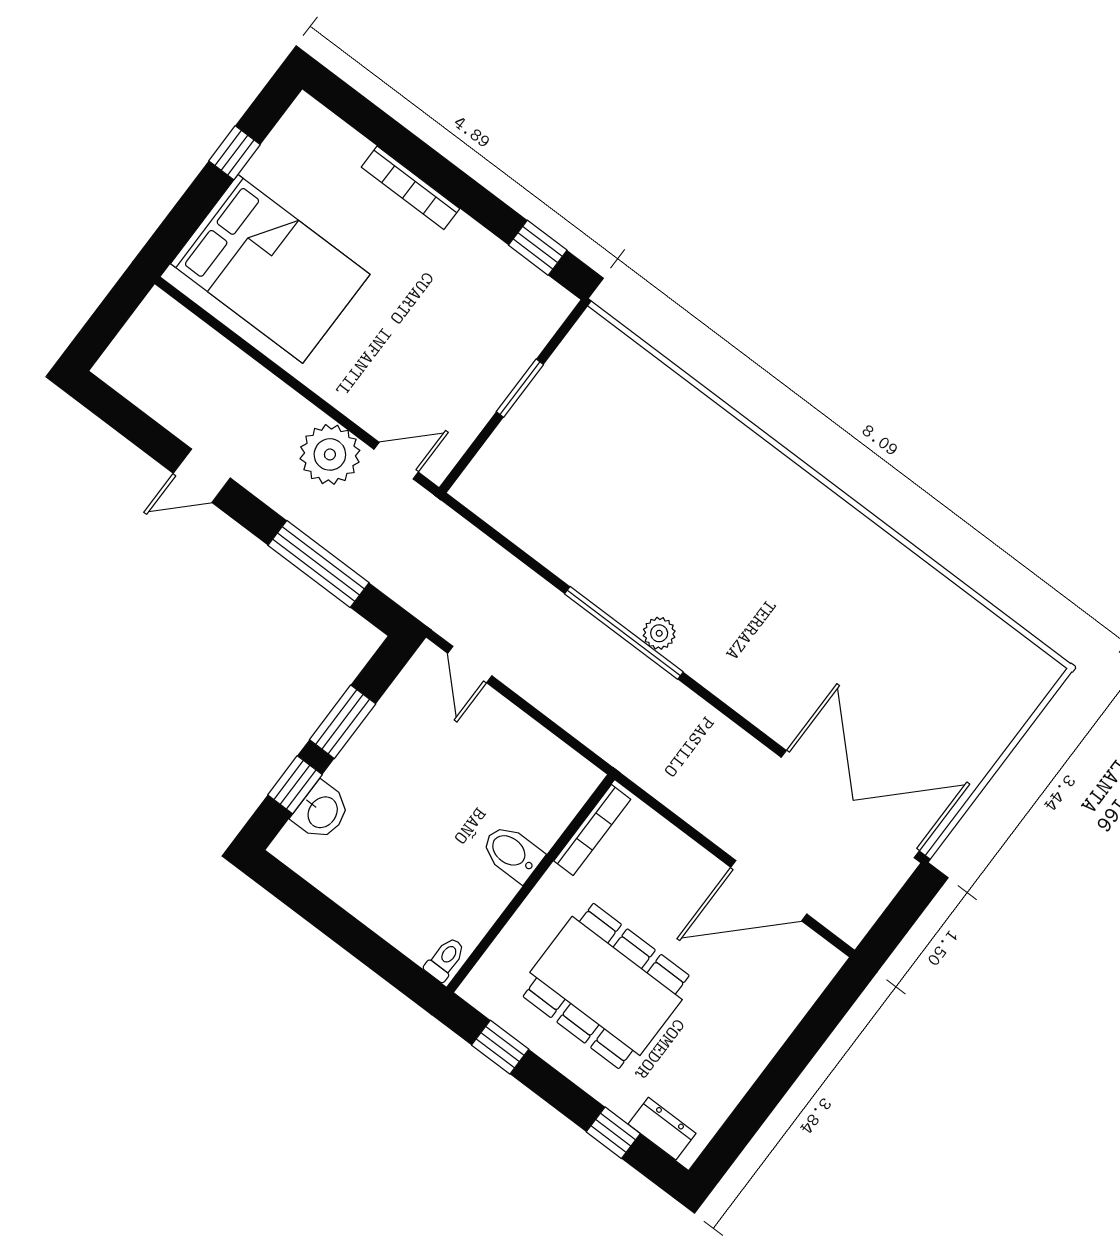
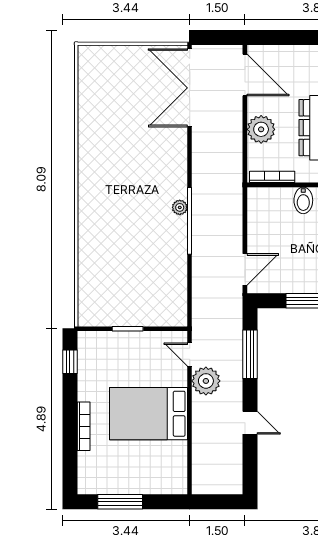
window: (235, 153) -> (120, 502), width x2.17
bed: (270, 269) -> (149, 414), moved, turned -90
door: (470, 664) -> (245, 269), width x1.37
plant: (687, 872) -> (261, 129), added
door: (769, 891) -> (245, 75), moved

